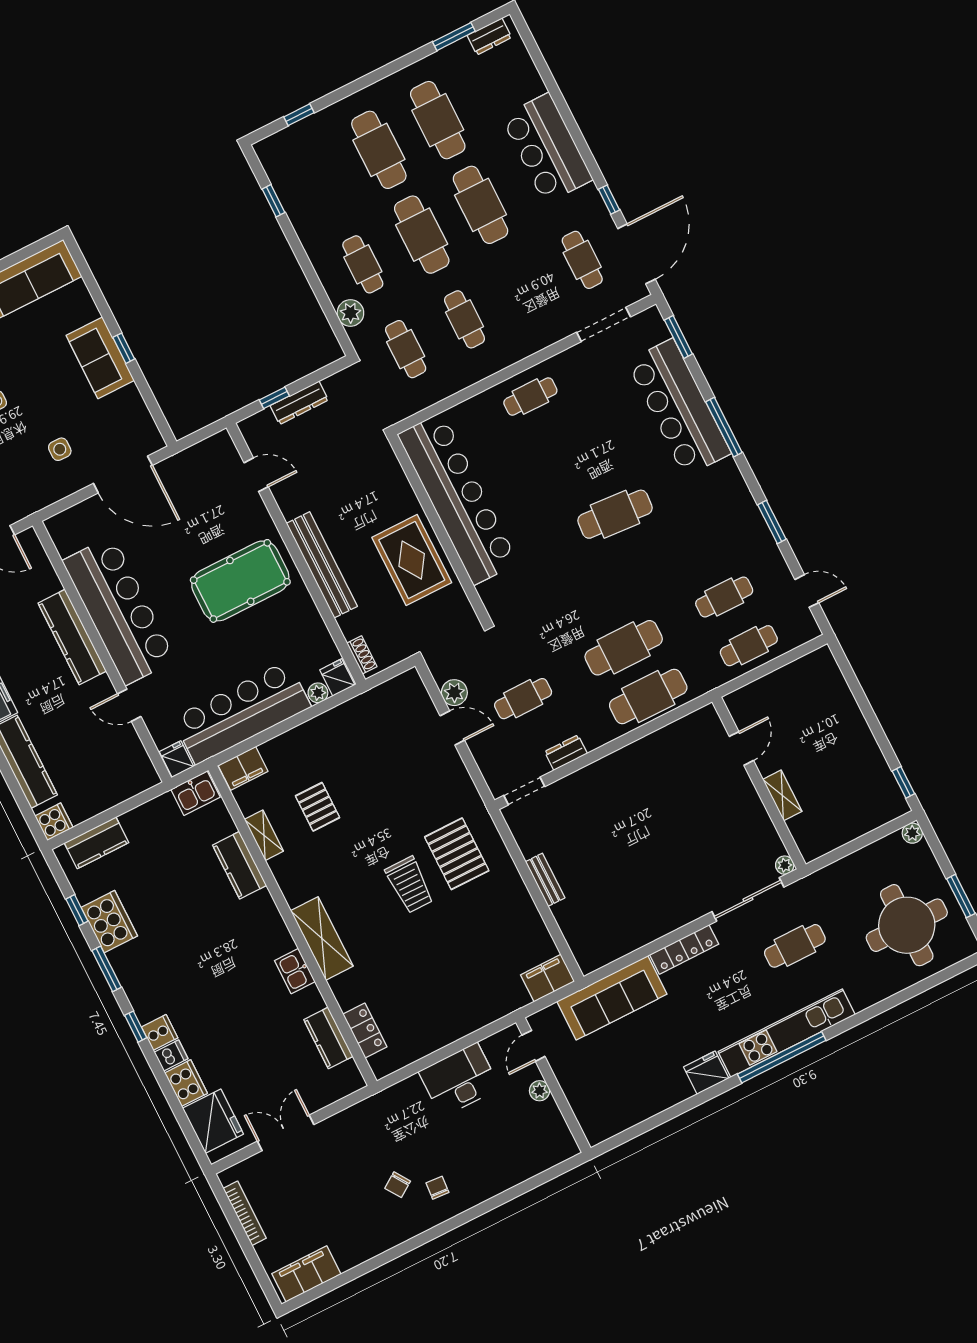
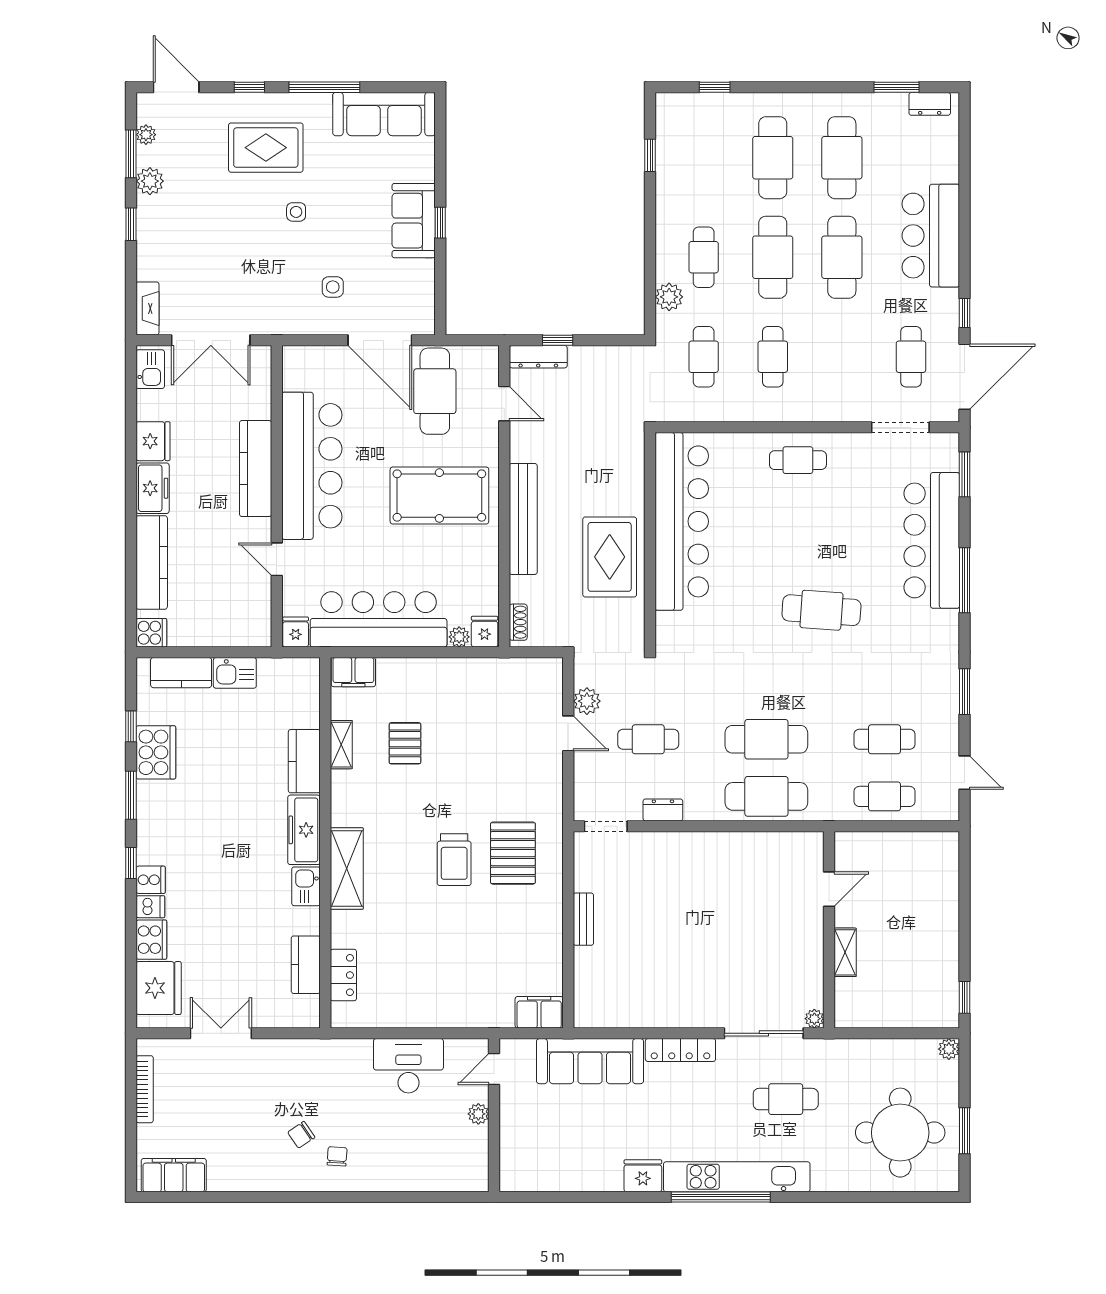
dresser: (299, 403) -> (538, 357), moved
cafe table: (192, 494) -> (435, 391), added
kitchen sink: (195, 793) -> (235, 673), moved
freezer: (269, 924) -> (304, 830), added

